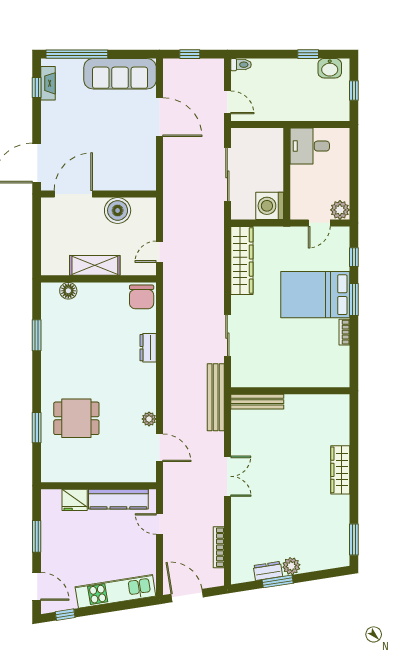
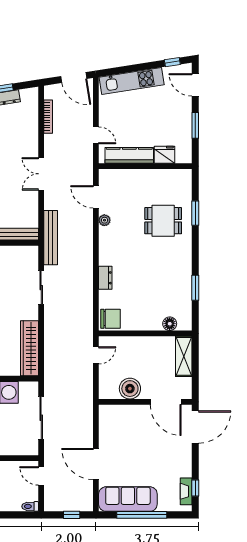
window: (77, 54) -> (142, 515), moved
door: (73, 194) -> (166, 402), hinge flipped
shelving: (95, 265) -> (184, 356), moved, turned 90
chair: (142, 297) -> (111, 319), turned 90

